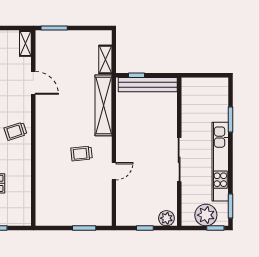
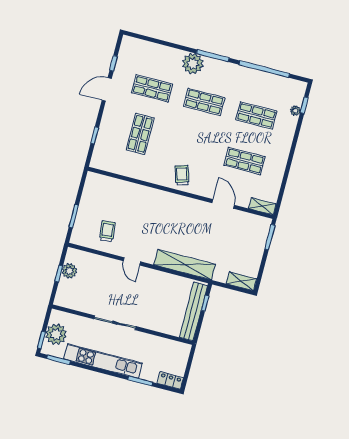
shelving: (105, 60) -> (241, 281), moved
door: (33, 83) -> (223, 204), swing flipped
locker: (222, 90) -> (170, 380), added
trolley: (82, 154) -> (107, 231), moved
door: (114, 171) -> (132, 261), moved
plant: (166, 218) -> (69, 271), moved

